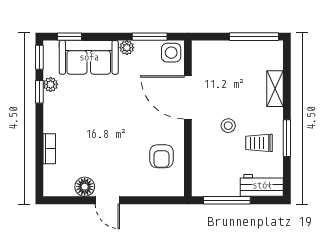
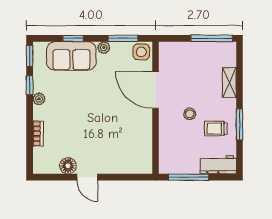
window: (70, 37) -> (73, 38), moved
plant: (51, 84) -> (39, 99), moved
armchair: (162, 156) -> (133, 140), removed

